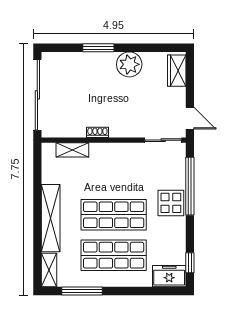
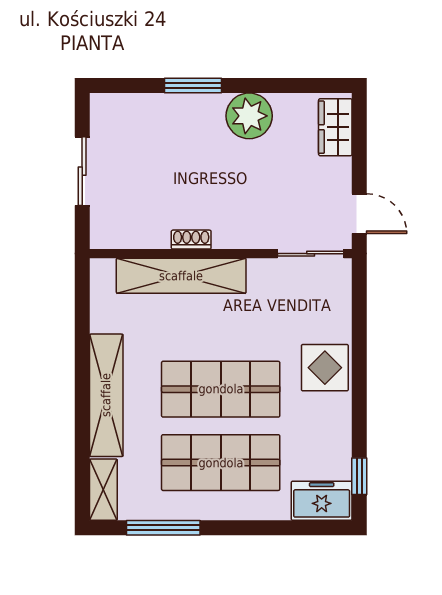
sliding door: (37, 95) -> (82, 171), width x0.54
shelving: (72, 150) -> (181, 276), width x2.20, depth x1.33
window: (190, 186) -> (359, 337), removed

